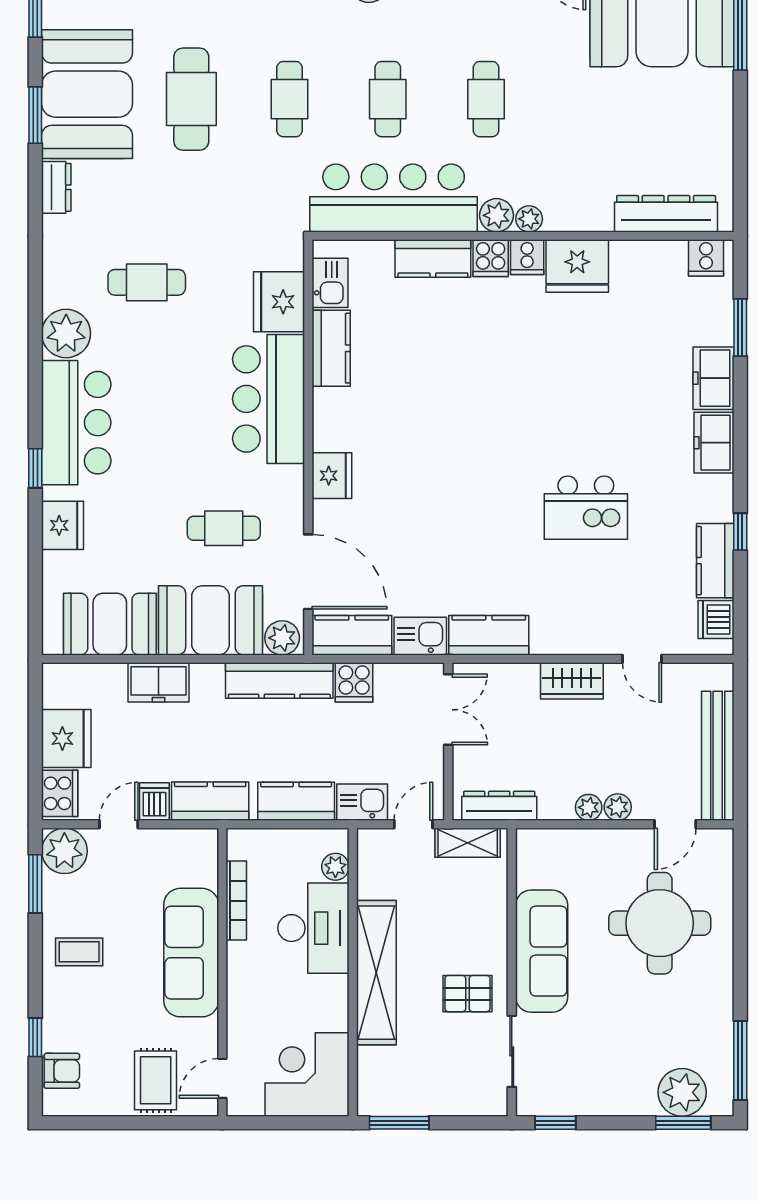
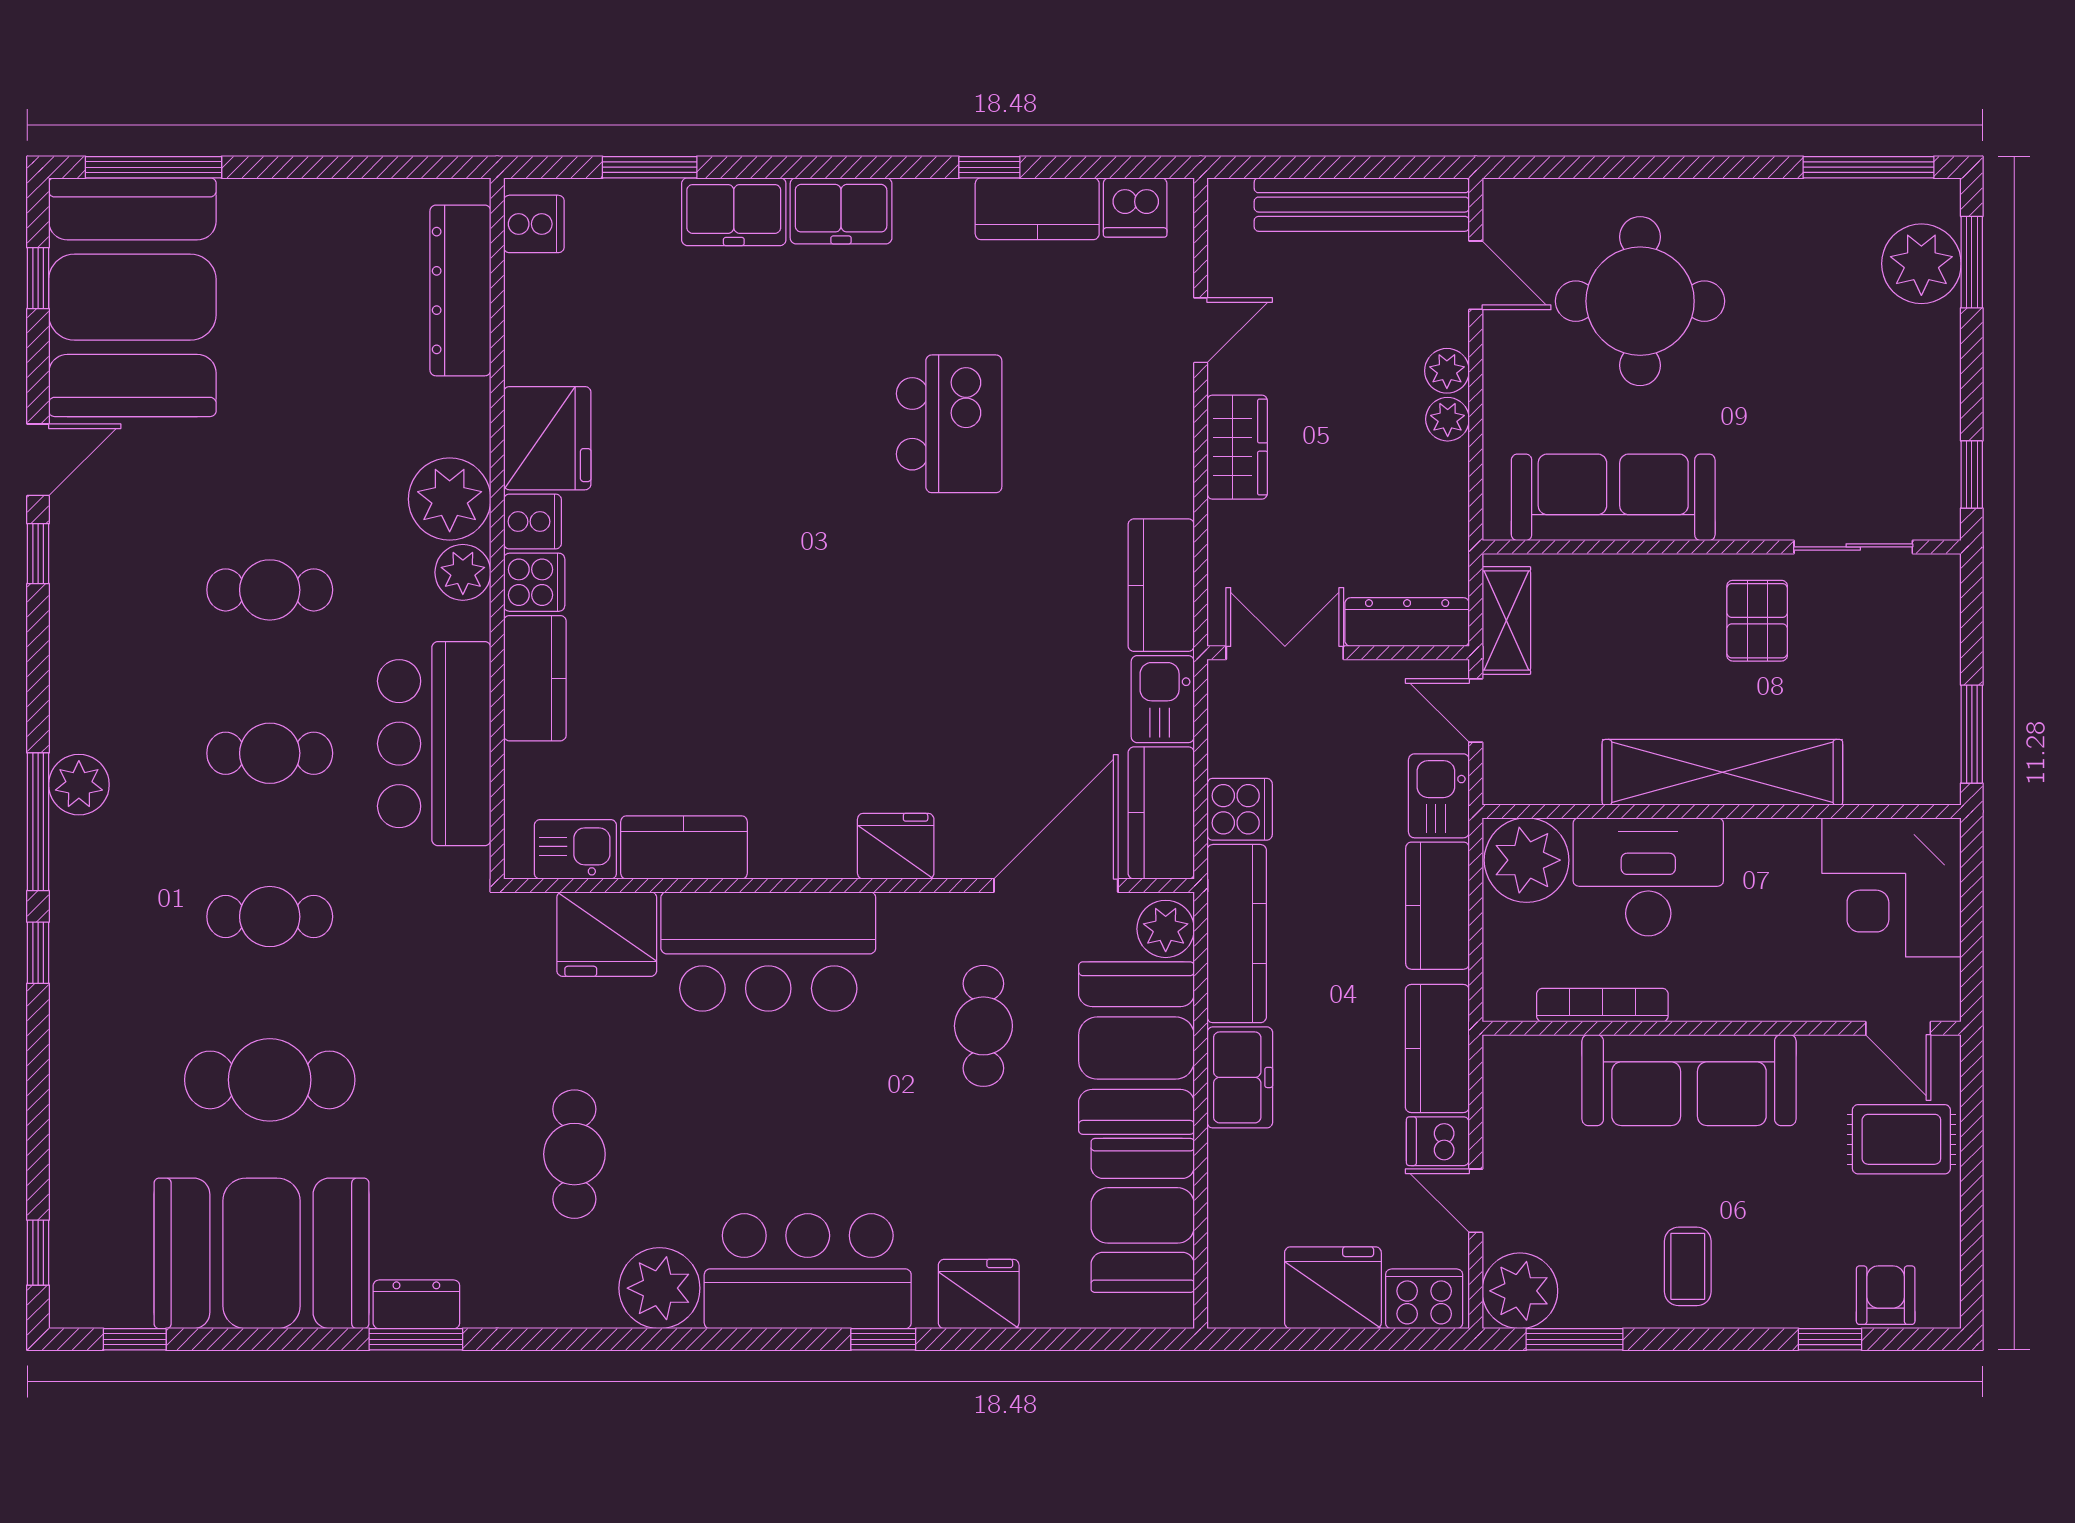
window: (35, 115) -> (416, 1339), moved
bar counter: (394, 198) -> (434, 744), width x0.73
plant: (529, 219) -> (450, 499), width x1.87, depth x1.87
freezer: (159, 682) -> (1240, 1077), moved
dresser: (499, 806) -> (1407, 622), moved, turned 90
plant: (335, 867) -> (1527, 860), width x1.88, depth x1.88
sofa: (542, 951) -> (1613, 497), moved

